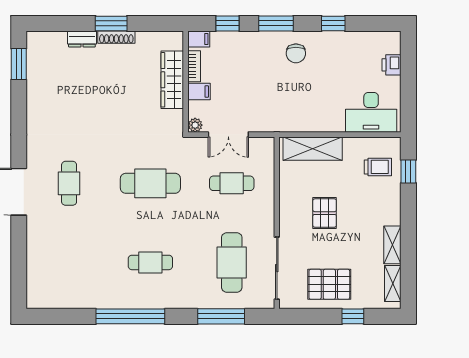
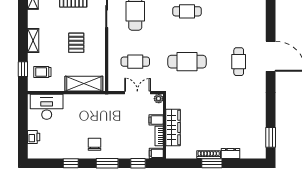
shelving: (392, 245) -> (33, 41), moved

